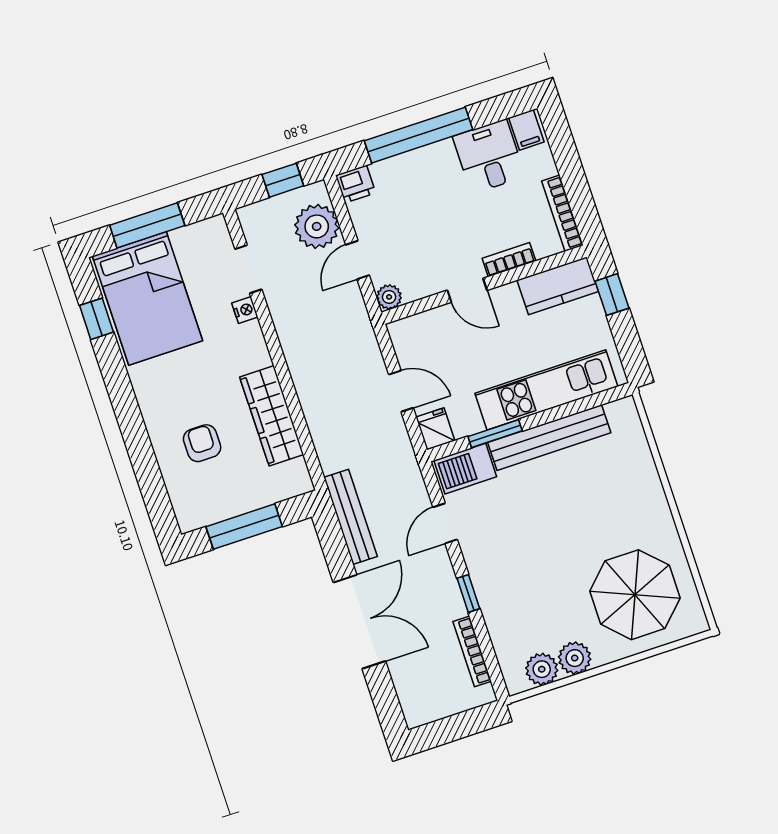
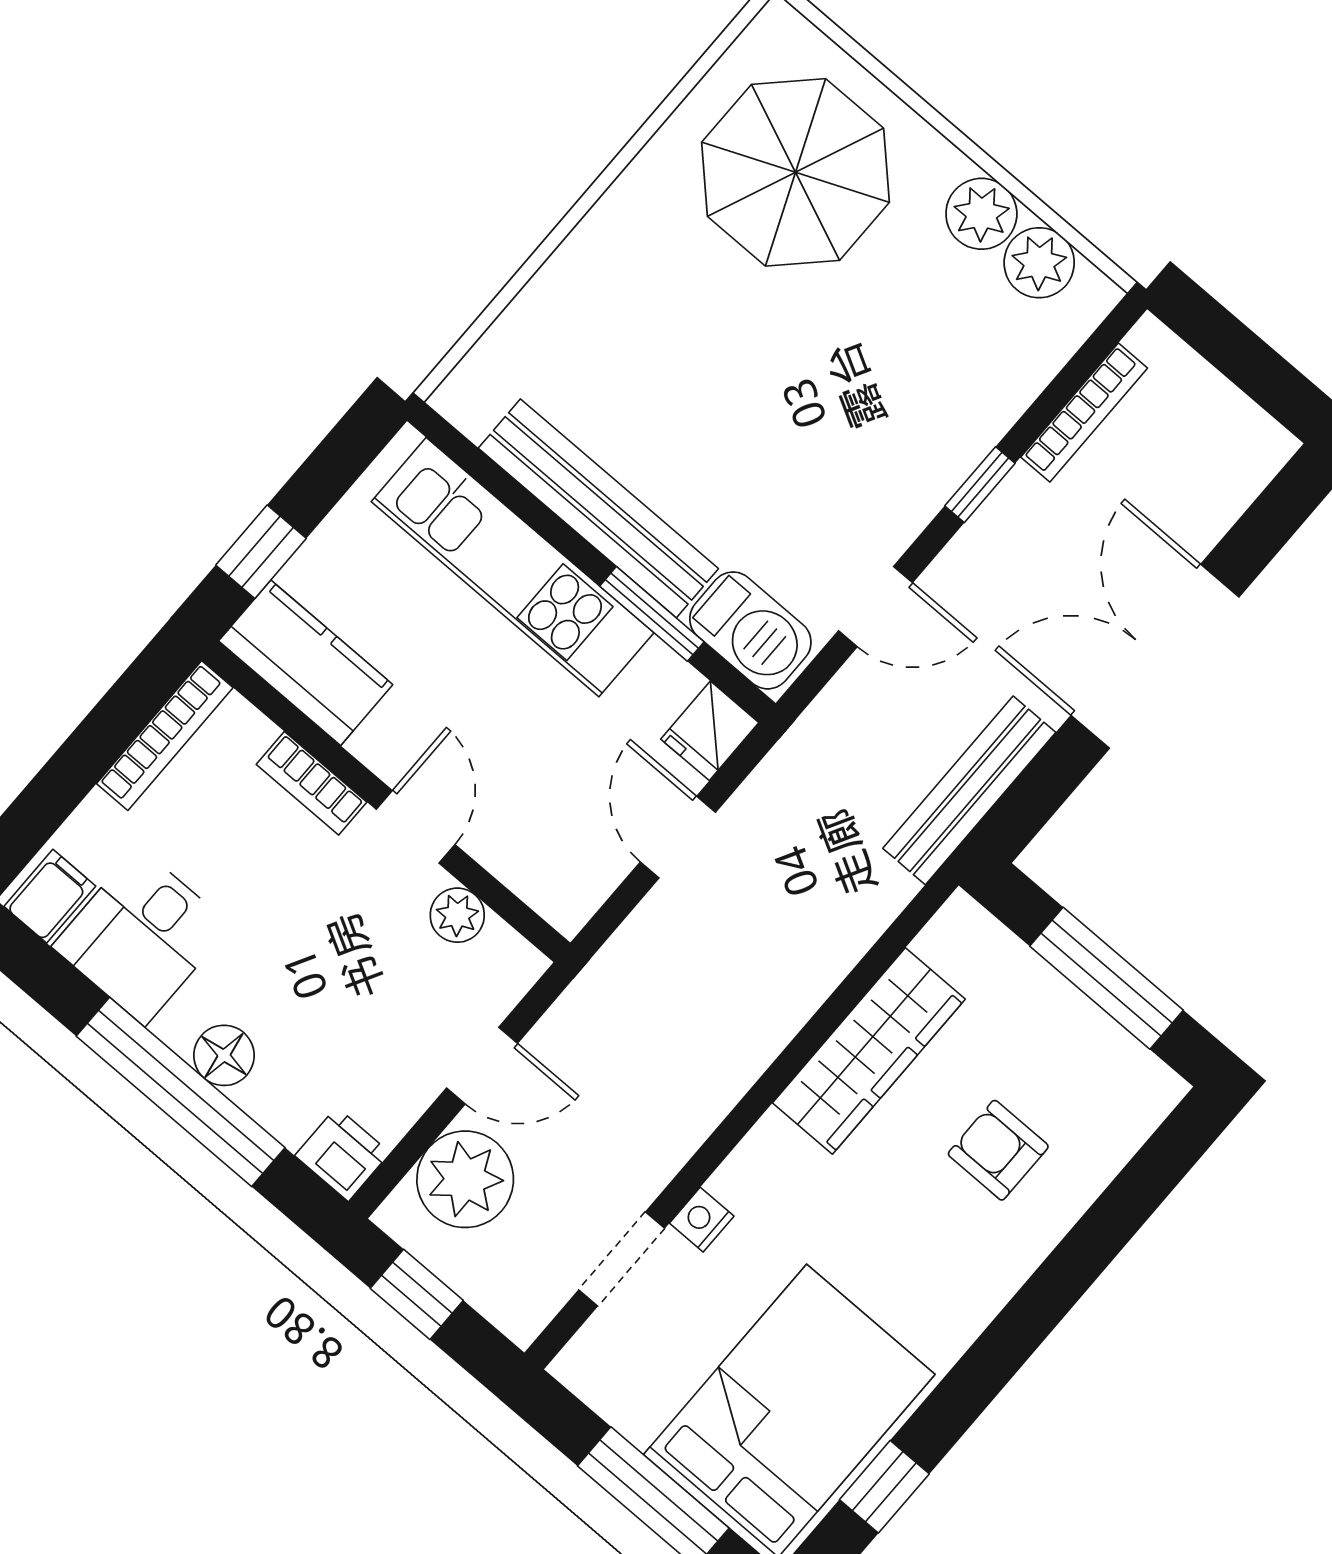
floor lamp: (423, 161) -> (224, 1055), added
plant: (389, 297) -> (457, 915), moved
armchair: (202, 443) -> (998, 1150), turned 90

